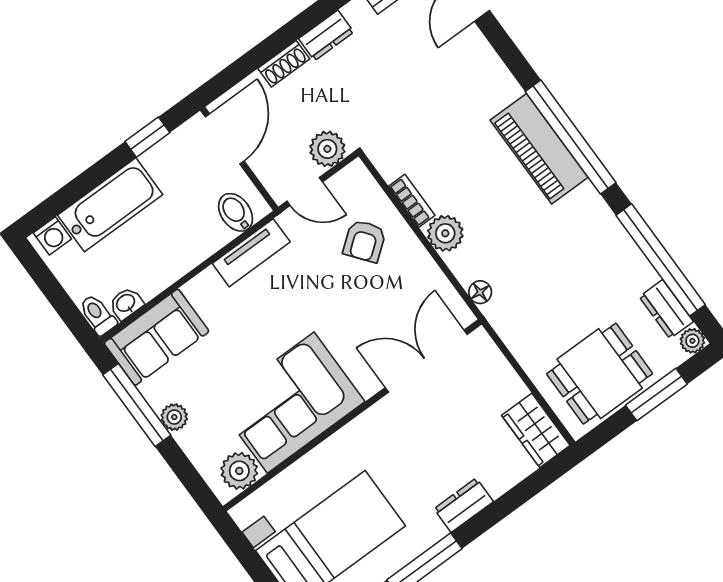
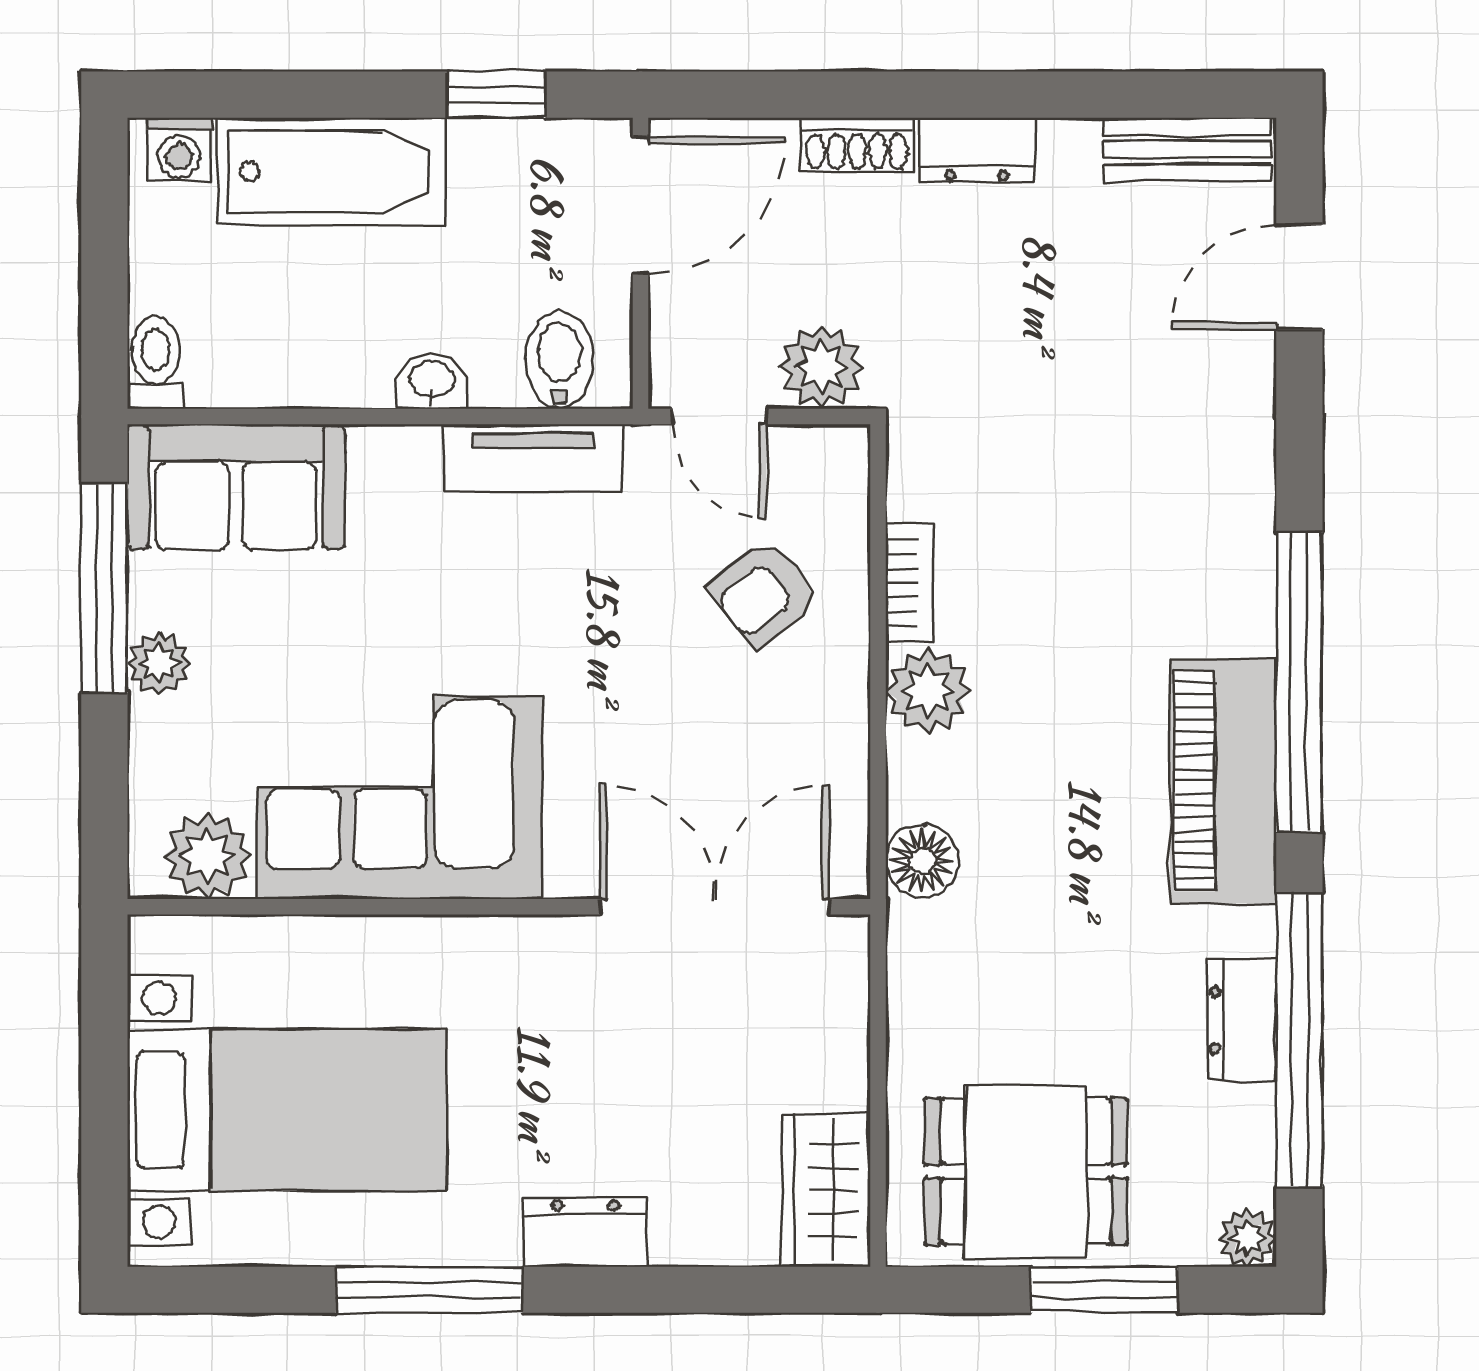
piano: (539, 149) -> (1223, 781), moved
floor lamp: (480, 292) -> (922, 861), width x1.37, depth x1.37
washbasin: (126, 303) -> (432, 381), moved
dresser: (666, 309) -> (1242, 1020), moved

